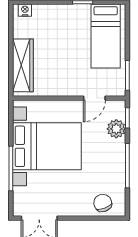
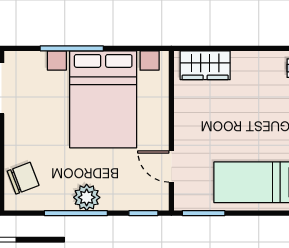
wardrobe: (23, 65) -> (205, 65), width x0.67
plant: (116, 129) -> (87, 197), moved

